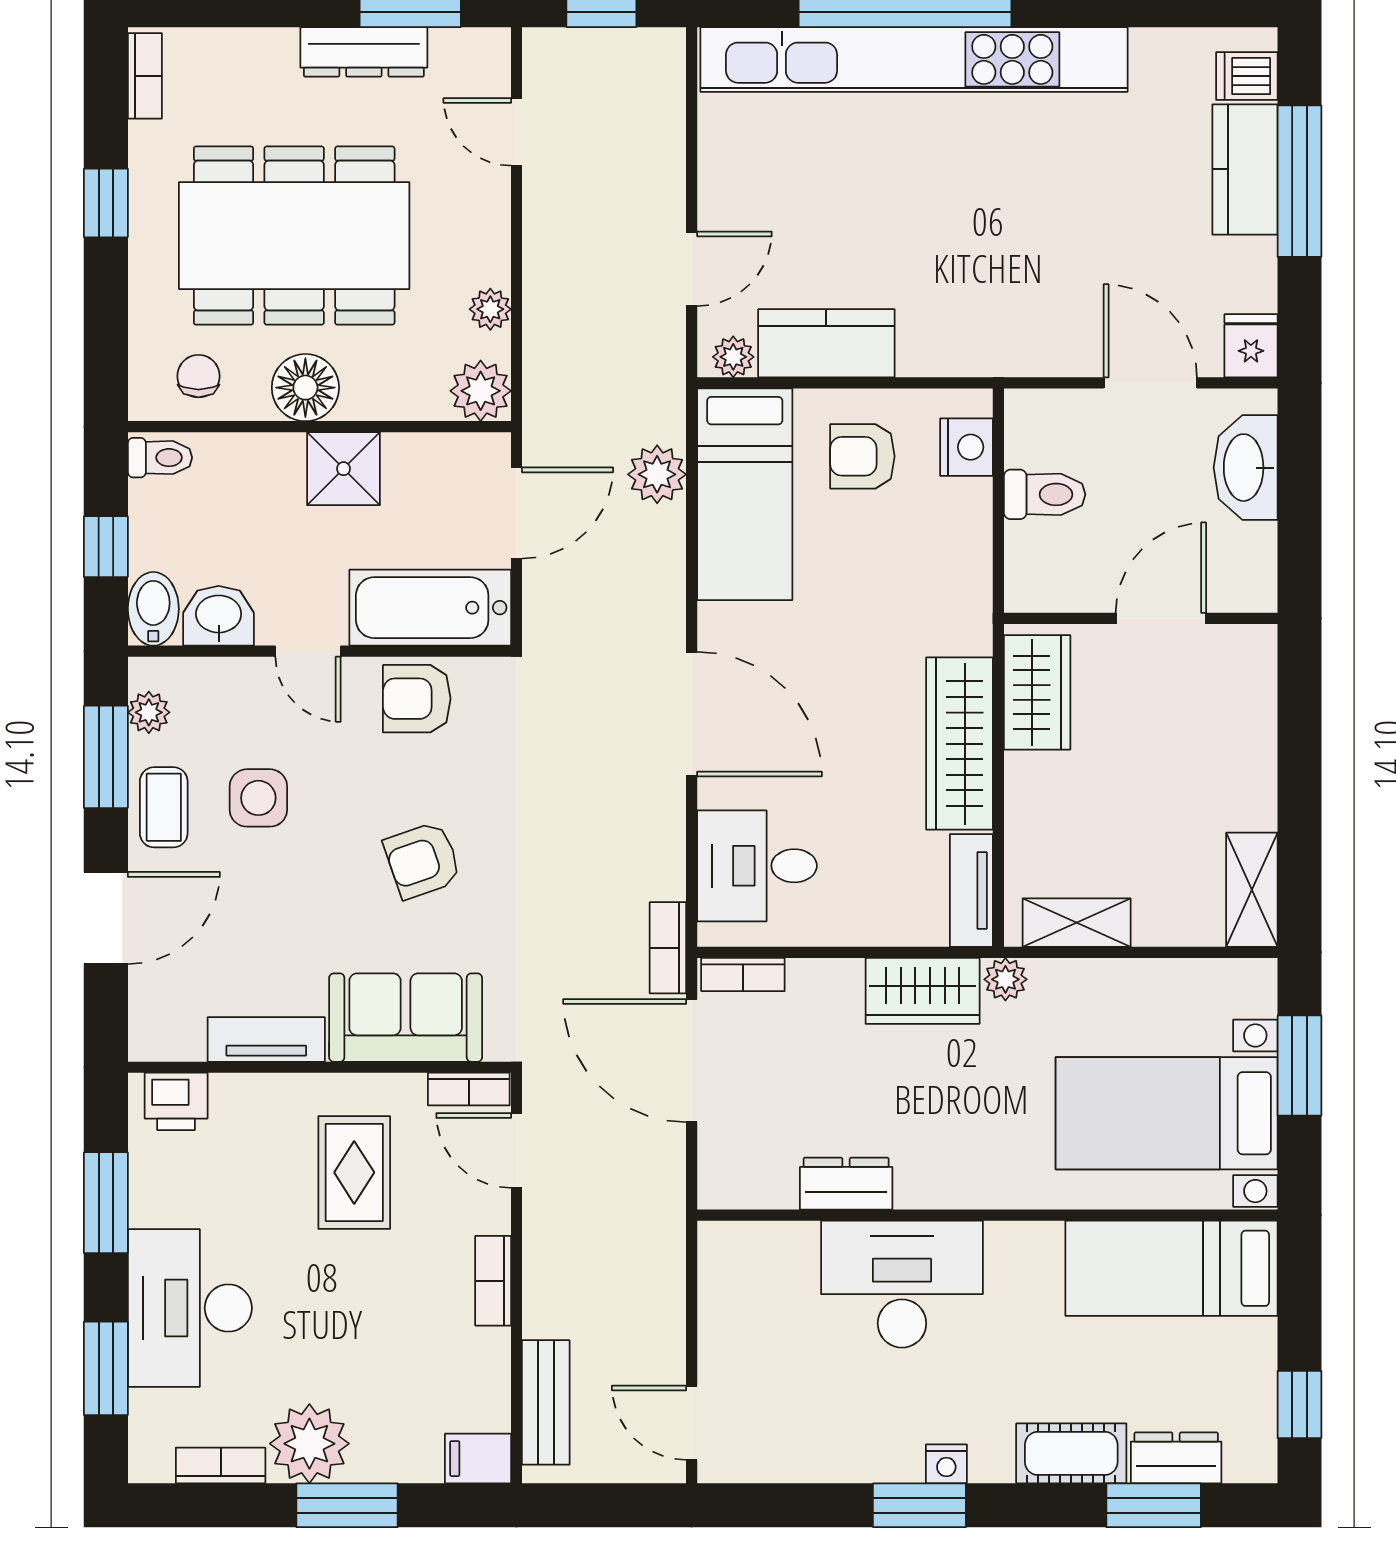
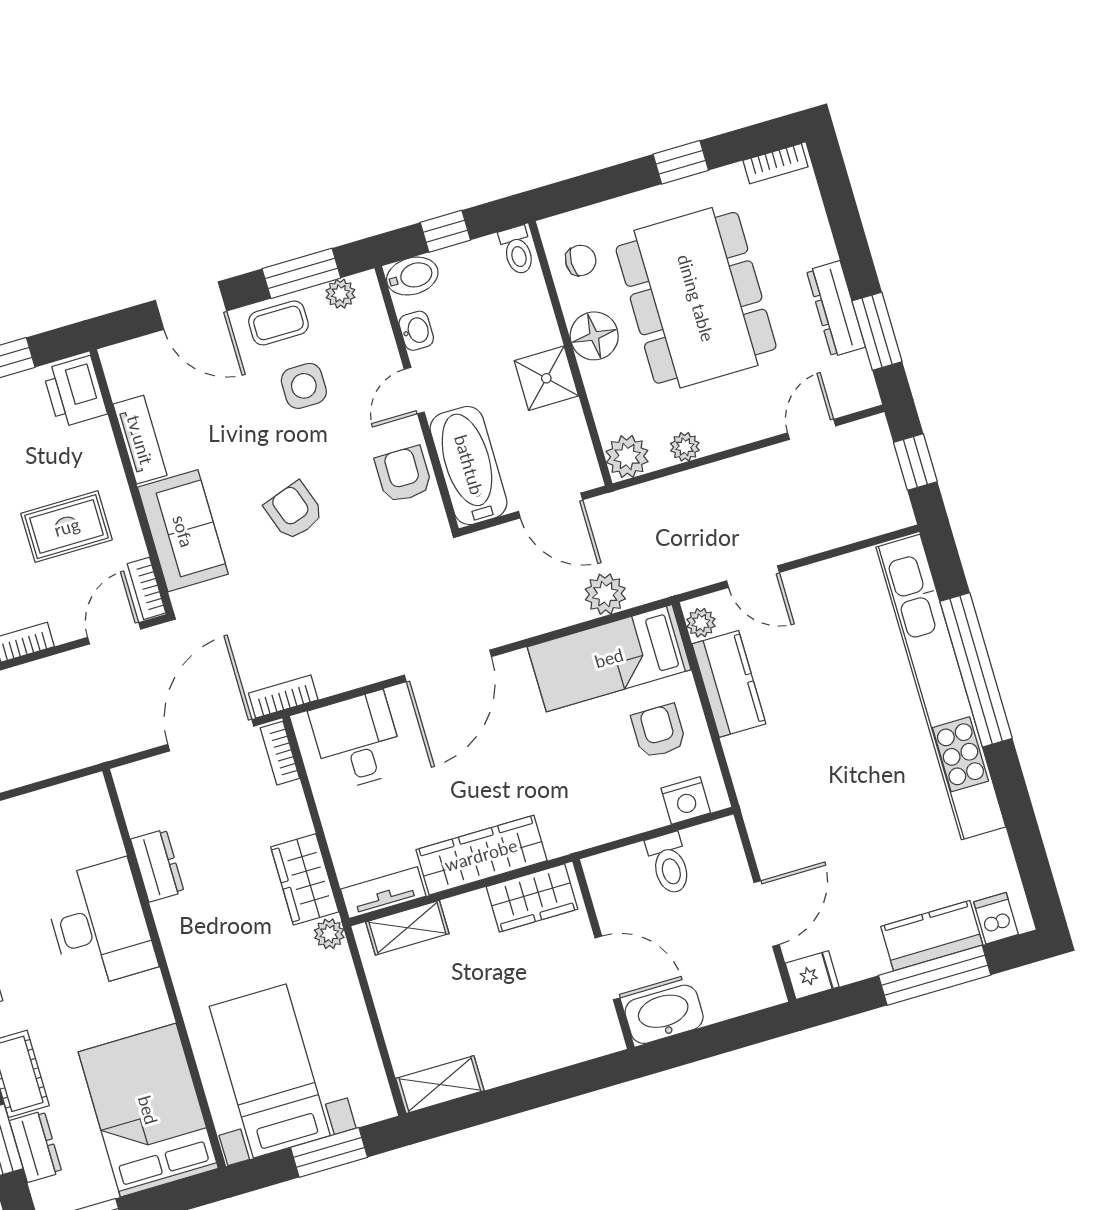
washbasin: (1246, 468) -> (664, 1014), moved
washbasin: (219, 616) -> (416, 331), width x0.72, depth x0.69
shelving: (1077, 923) -> (407, 928), moved, turned 90
printer: (176, 1101) -> (75, 392), width x1.36, depth x1.24
bed: (1171, 1268) -> (148, 1110), width x1.50

